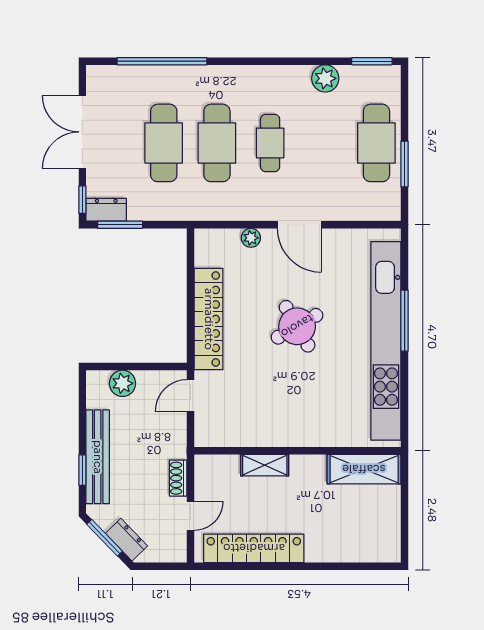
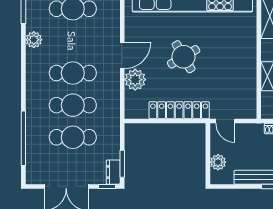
cafe table: (270, 143) -> (73, 73), width x1.37, depth x1.35
plant: (251, 238) -> (135, 80), width x1.87, depth x1.87

